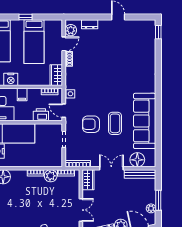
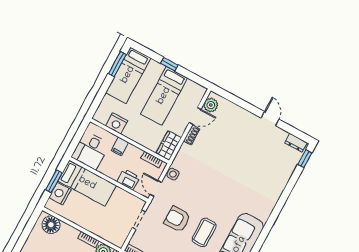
dresser: (90, 24) -> (296, 143), moved

